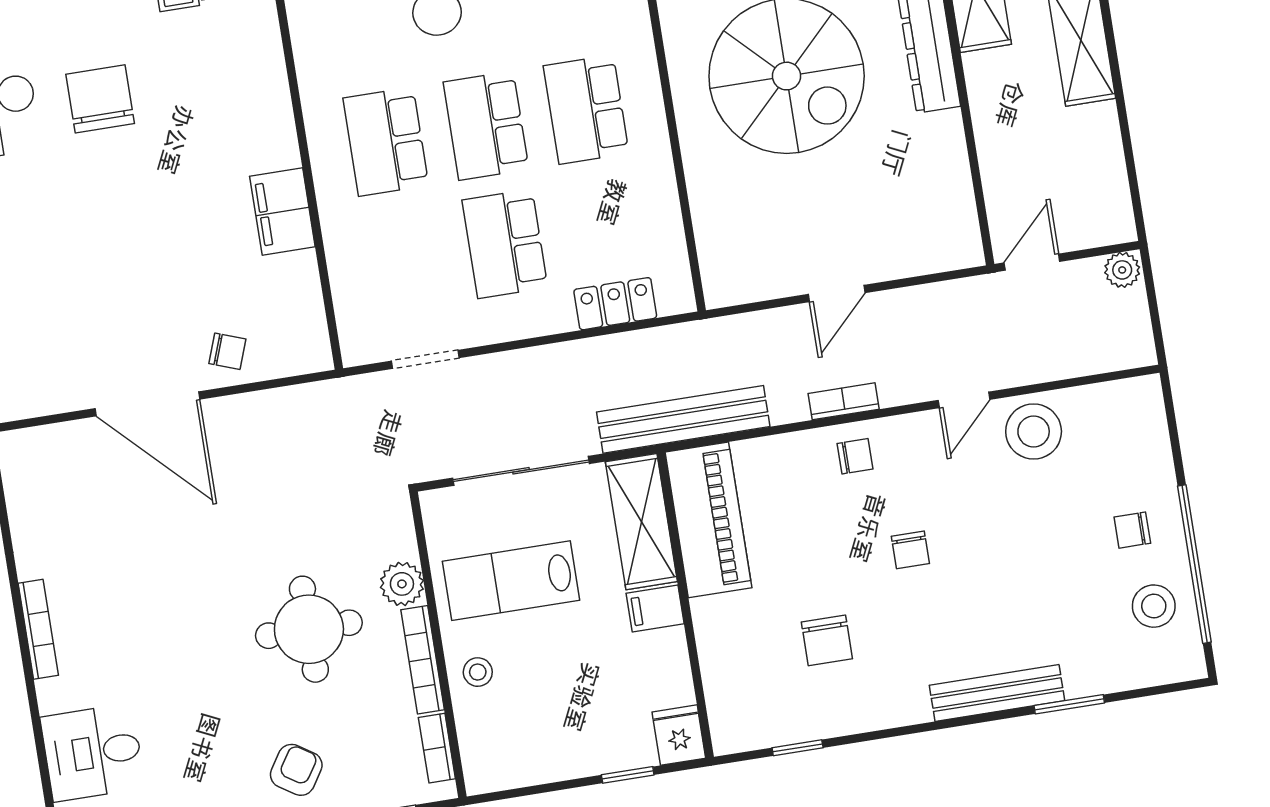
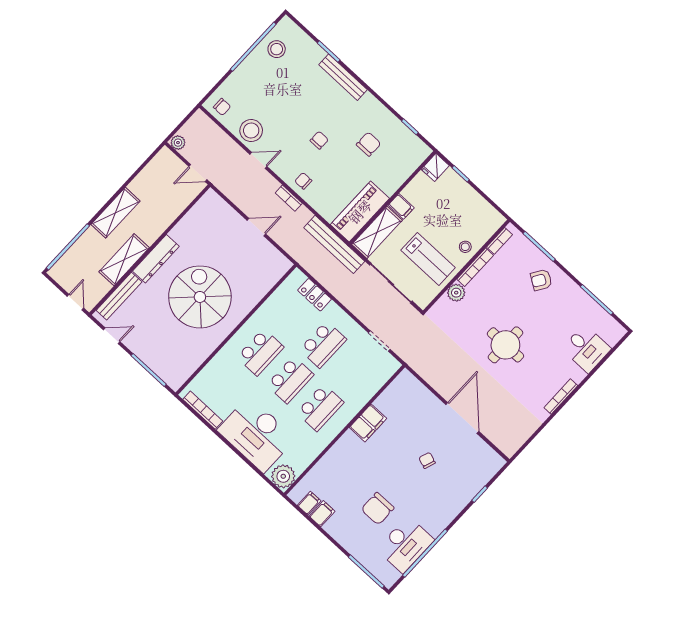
chair: (227, 351) -> (427, 460), moved
chair: (1132, 530) -> (222, 107), moved
round table: (309, 629) -> (505, 345), moved

